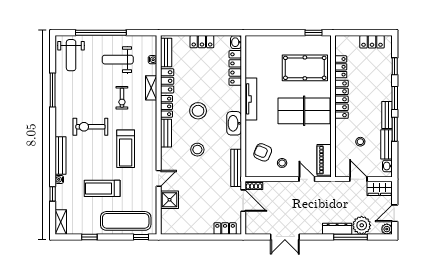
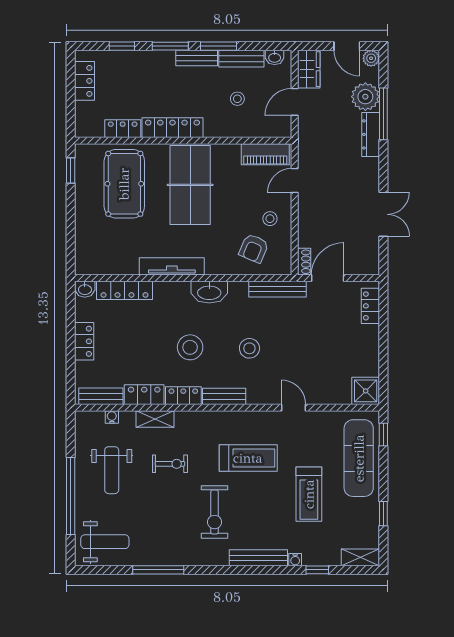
shower: (170, 200) -> (366, 391), moved

